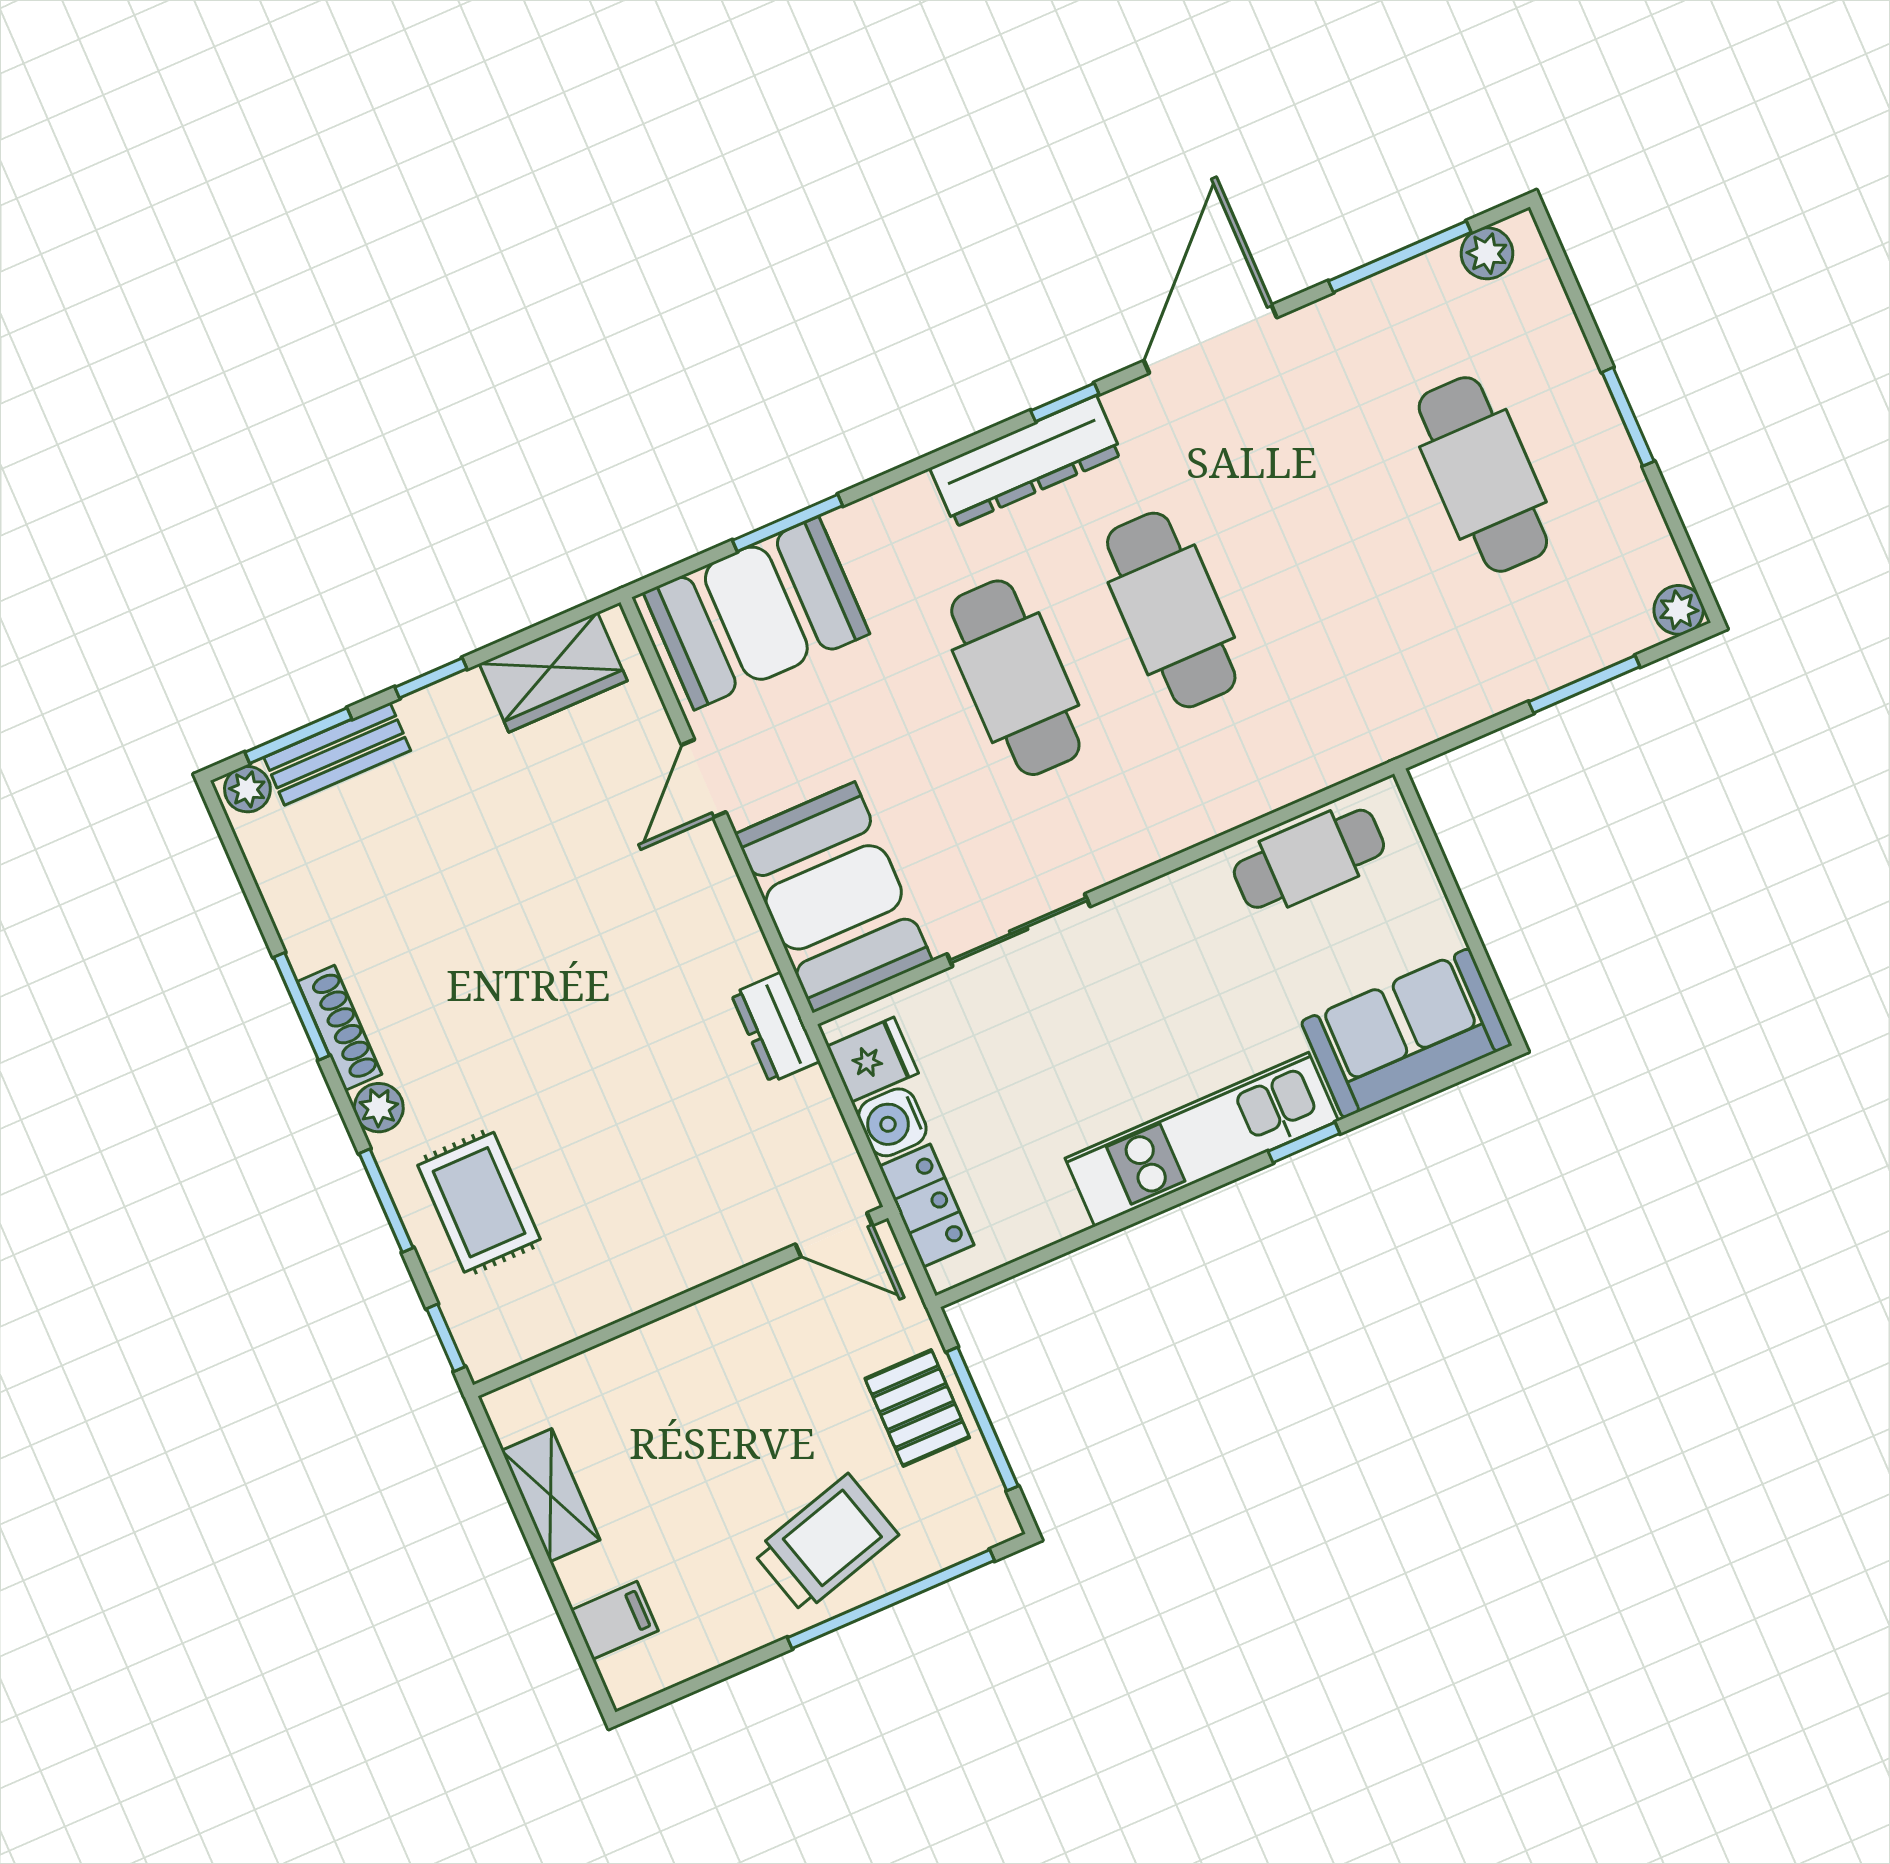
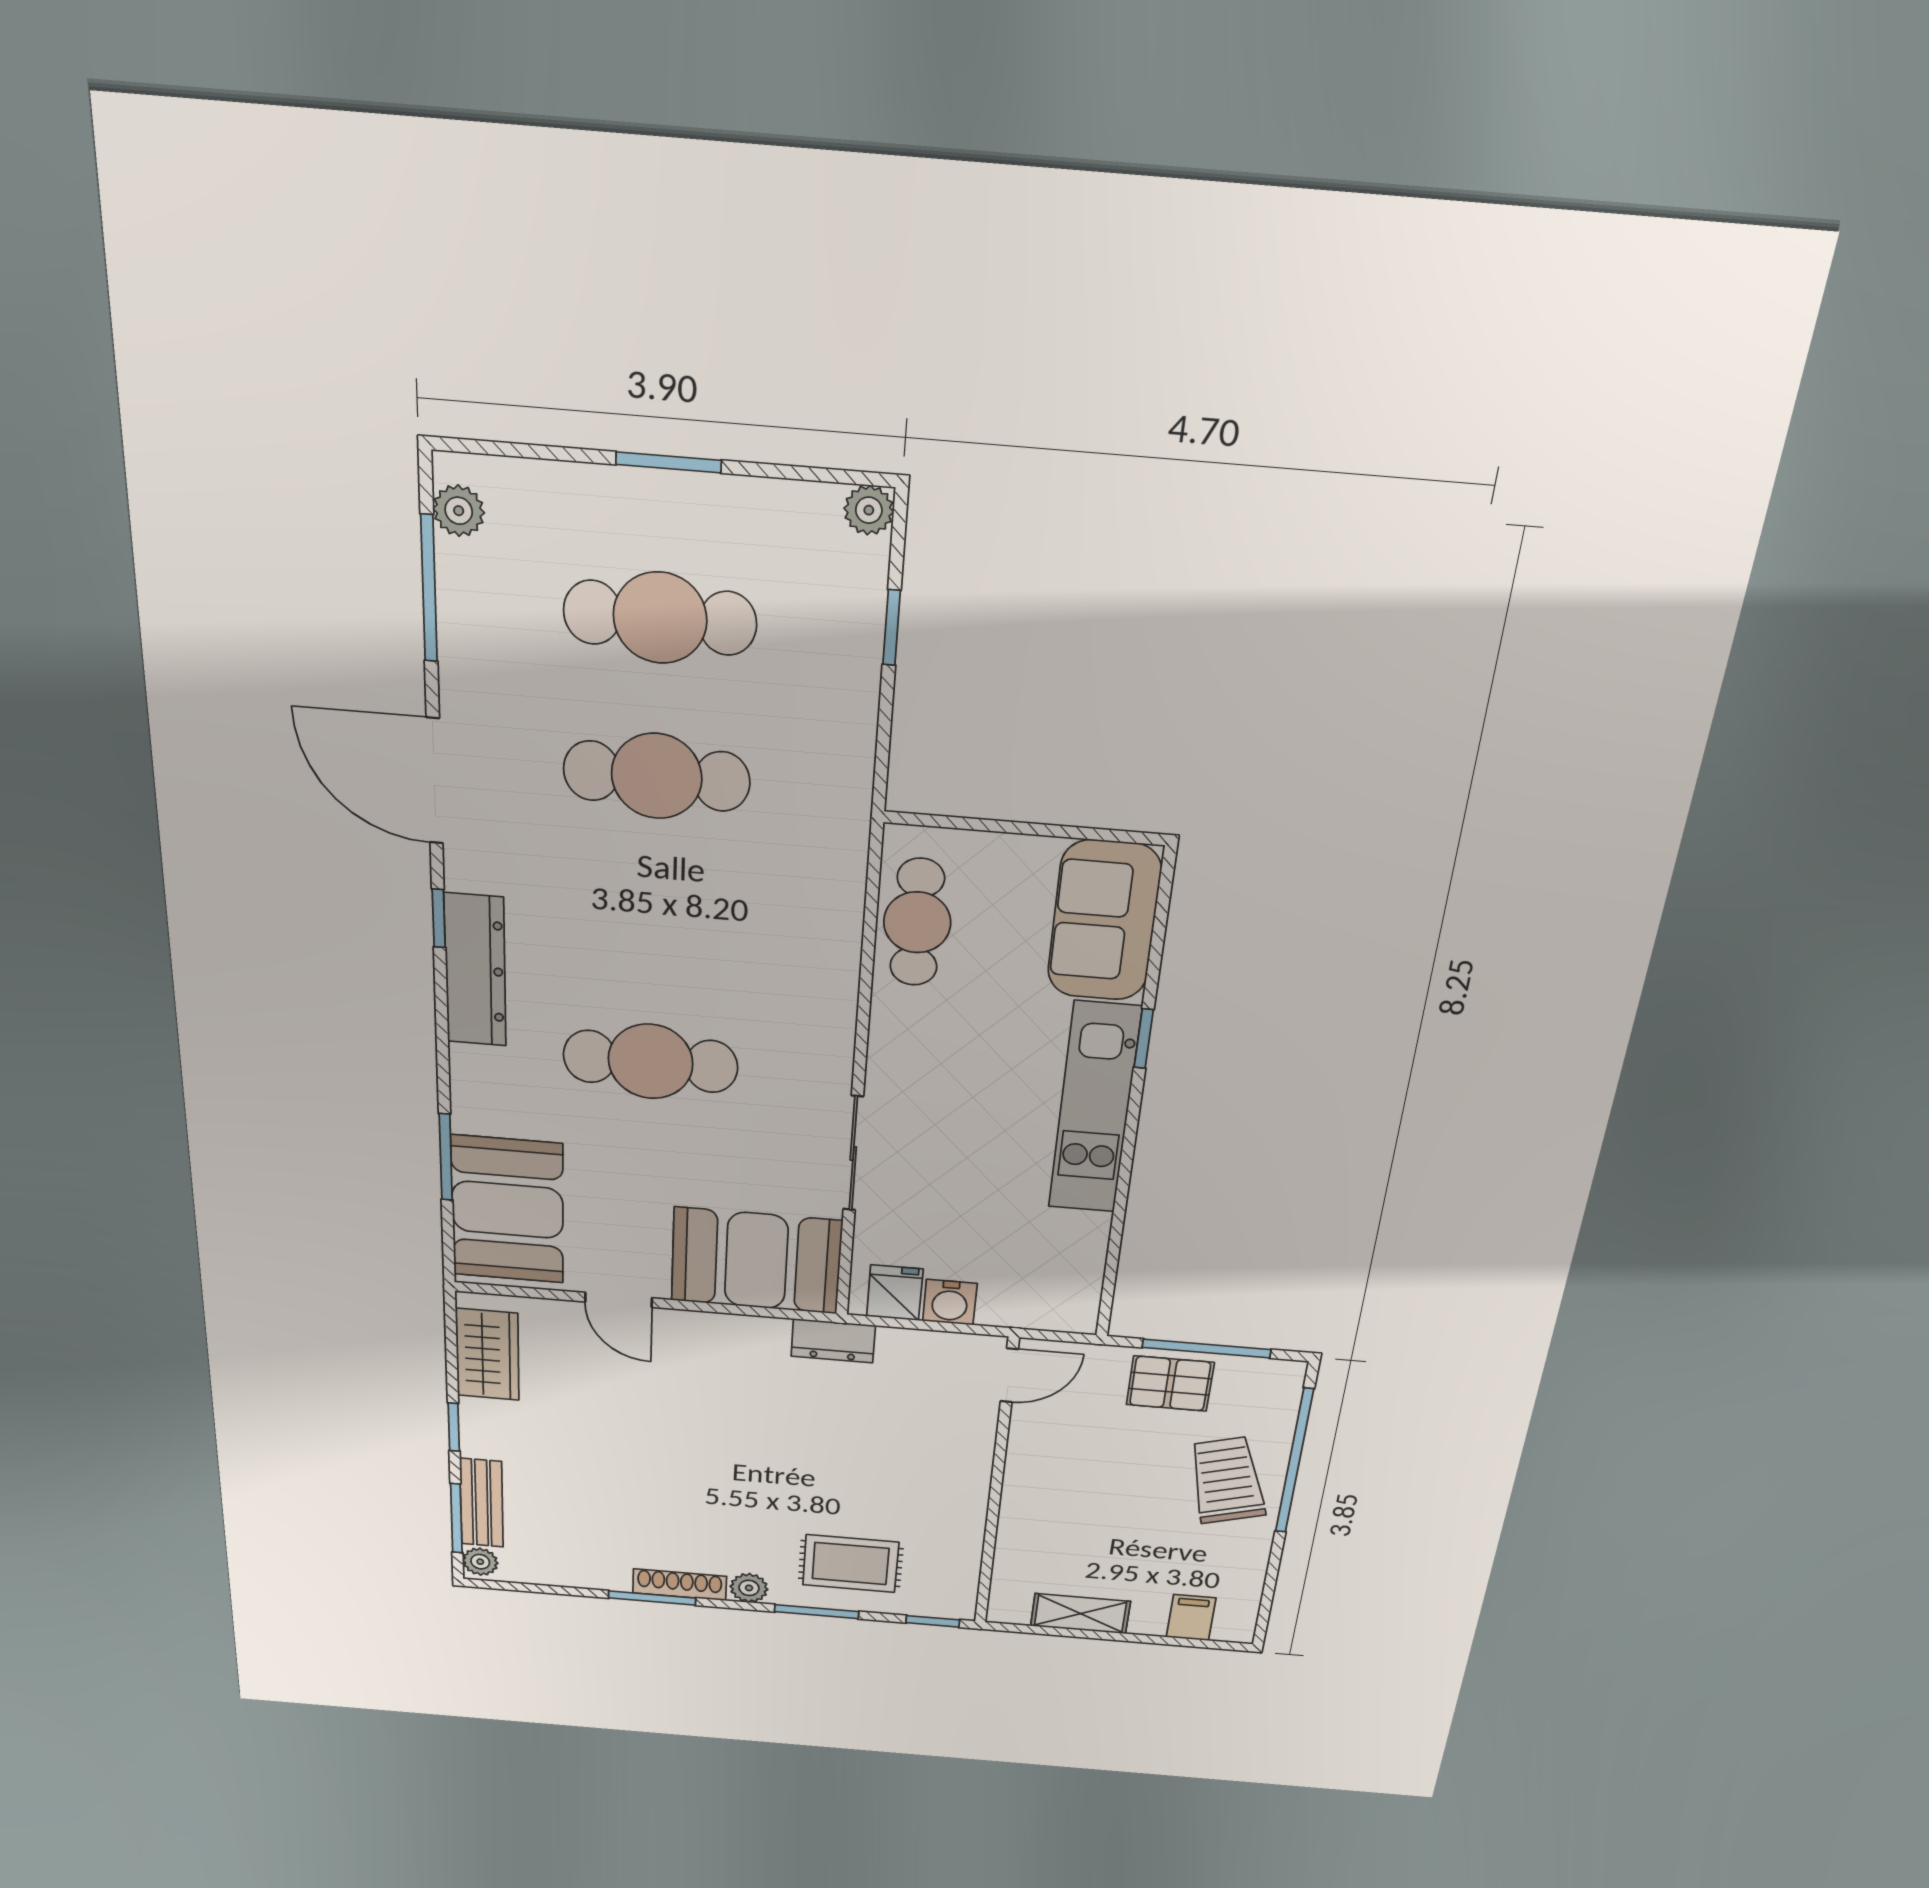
cafe table: (1171, 610) -> (657, 776), moved
window: (1584, 684) -> (892, 628), width x0.67
locker: (926, 1206) -> (1026, 1310), removed

